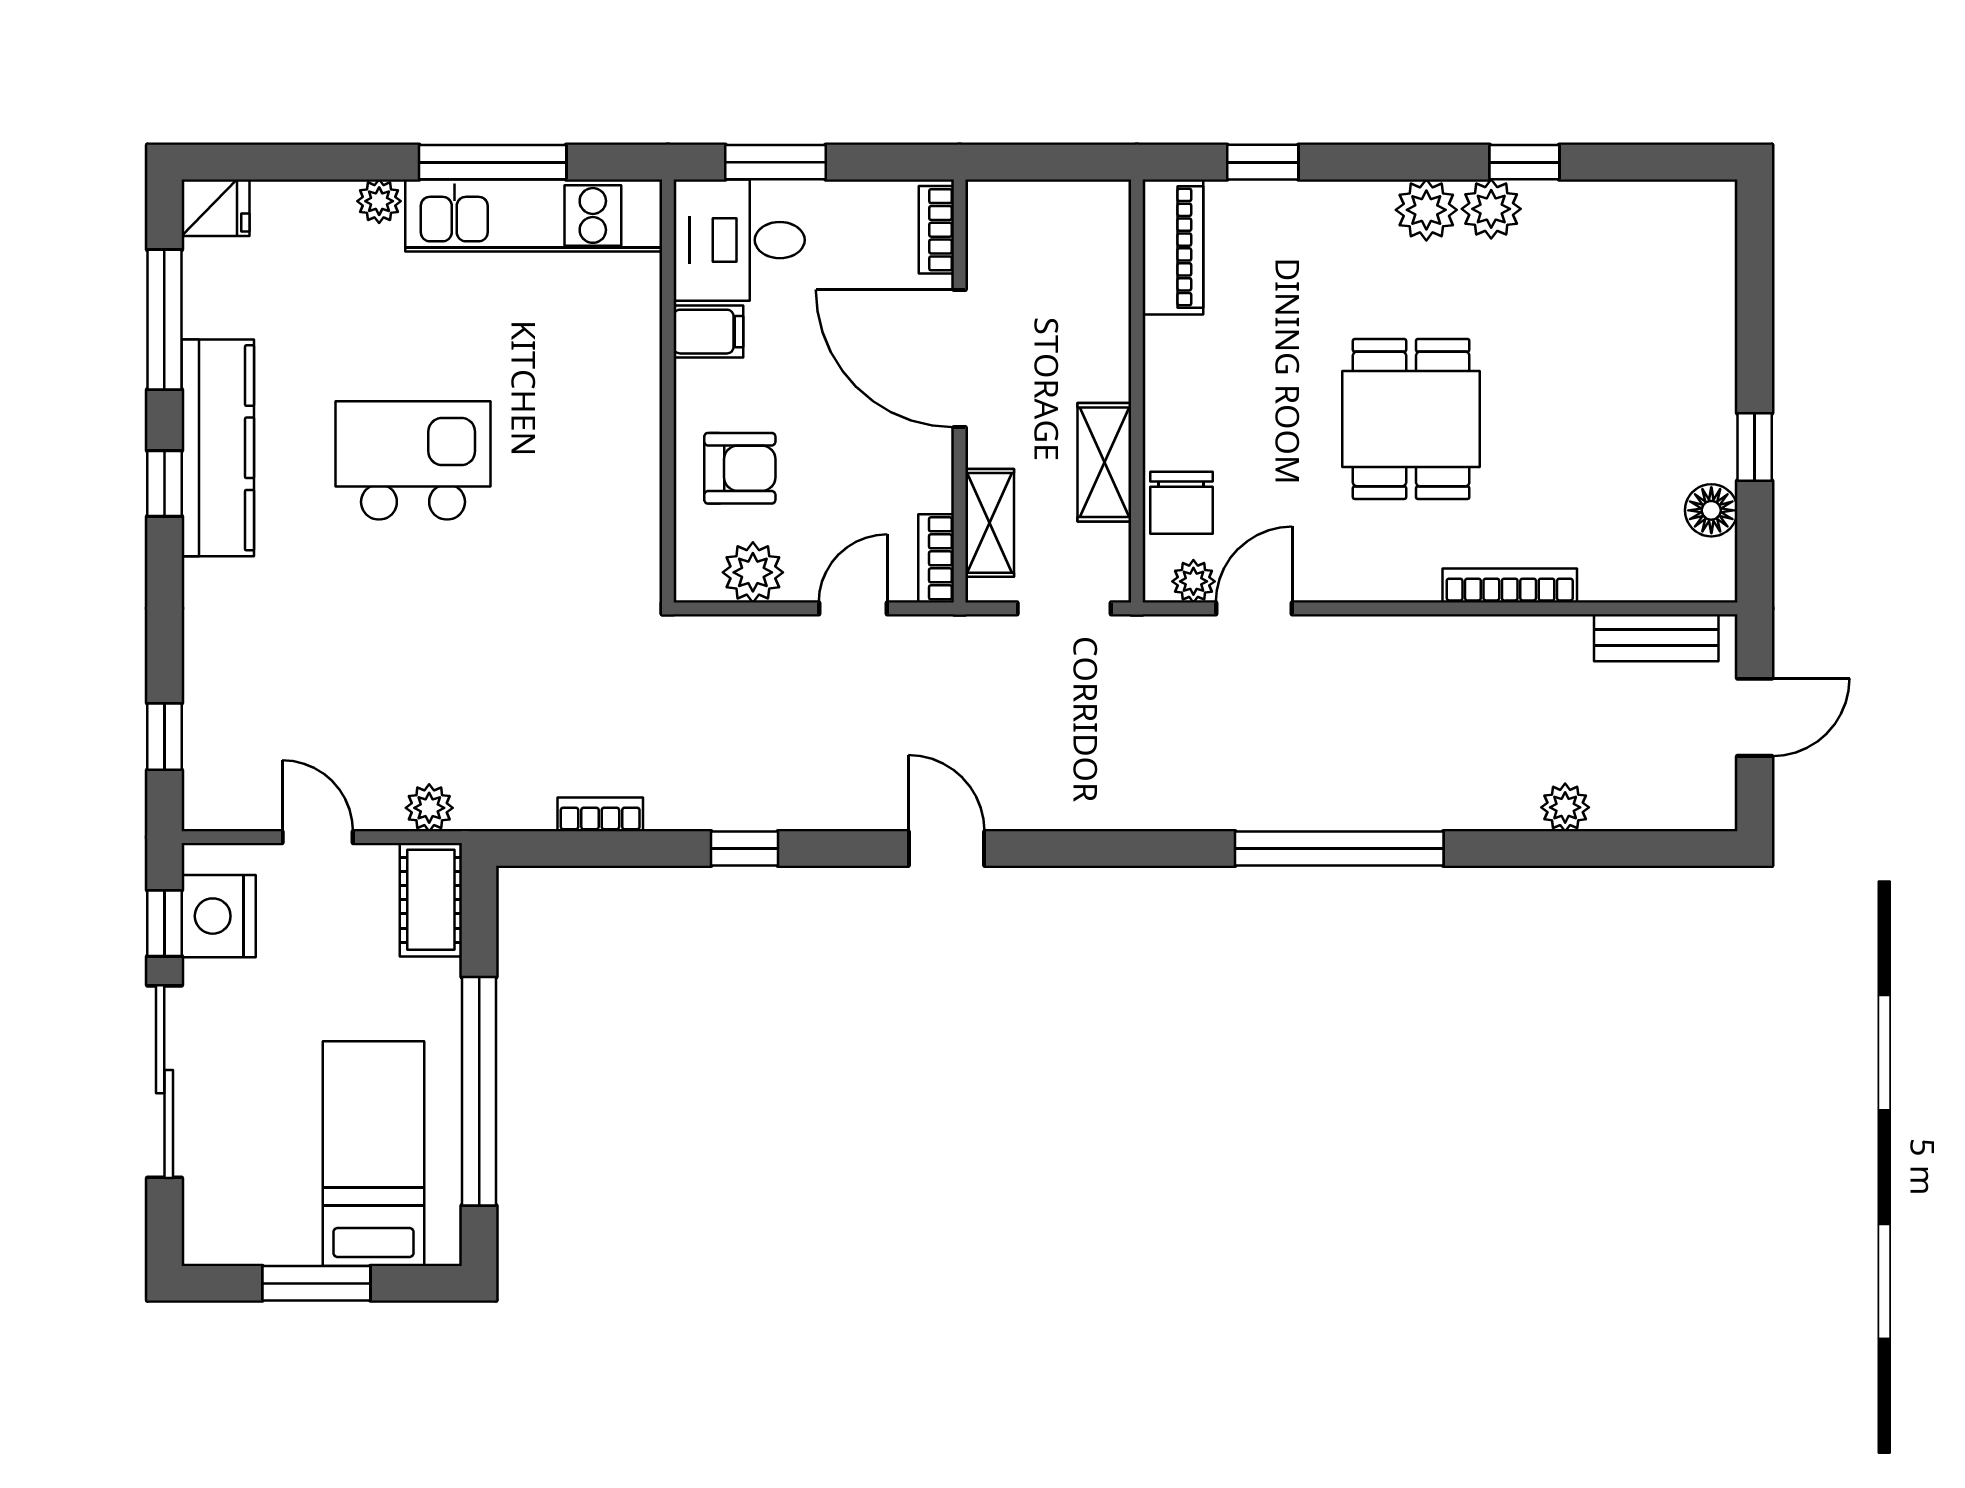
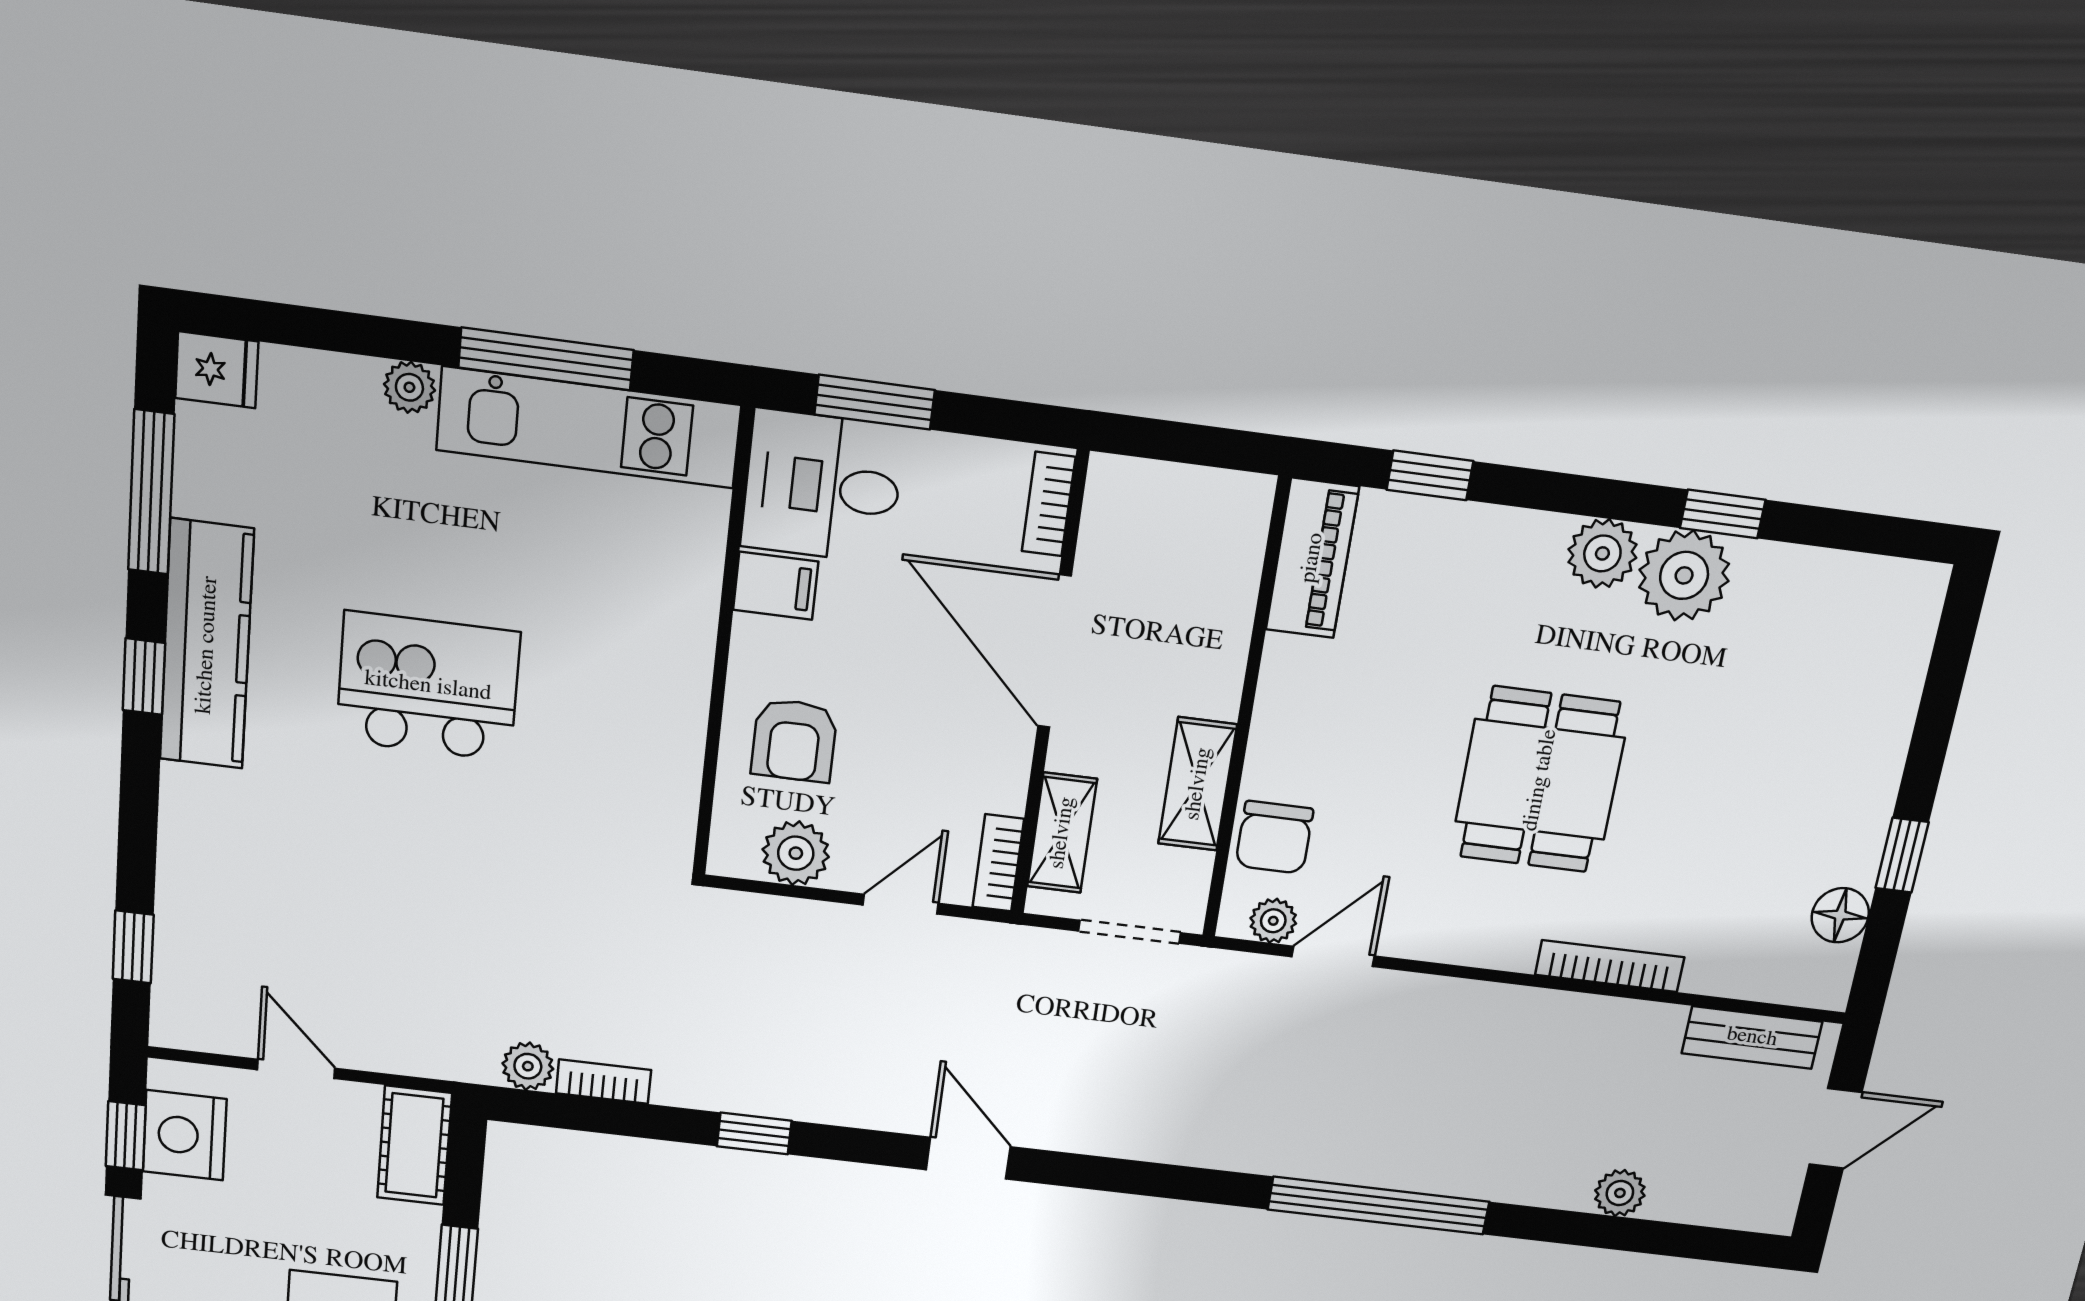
plant: (1491, 209) -> (1684, 575), width x1.36, depth x1.36
armchair: (740, 468) -> (794, 740), turned 90
plant: (429, 808) -> (528, 1066), moved

